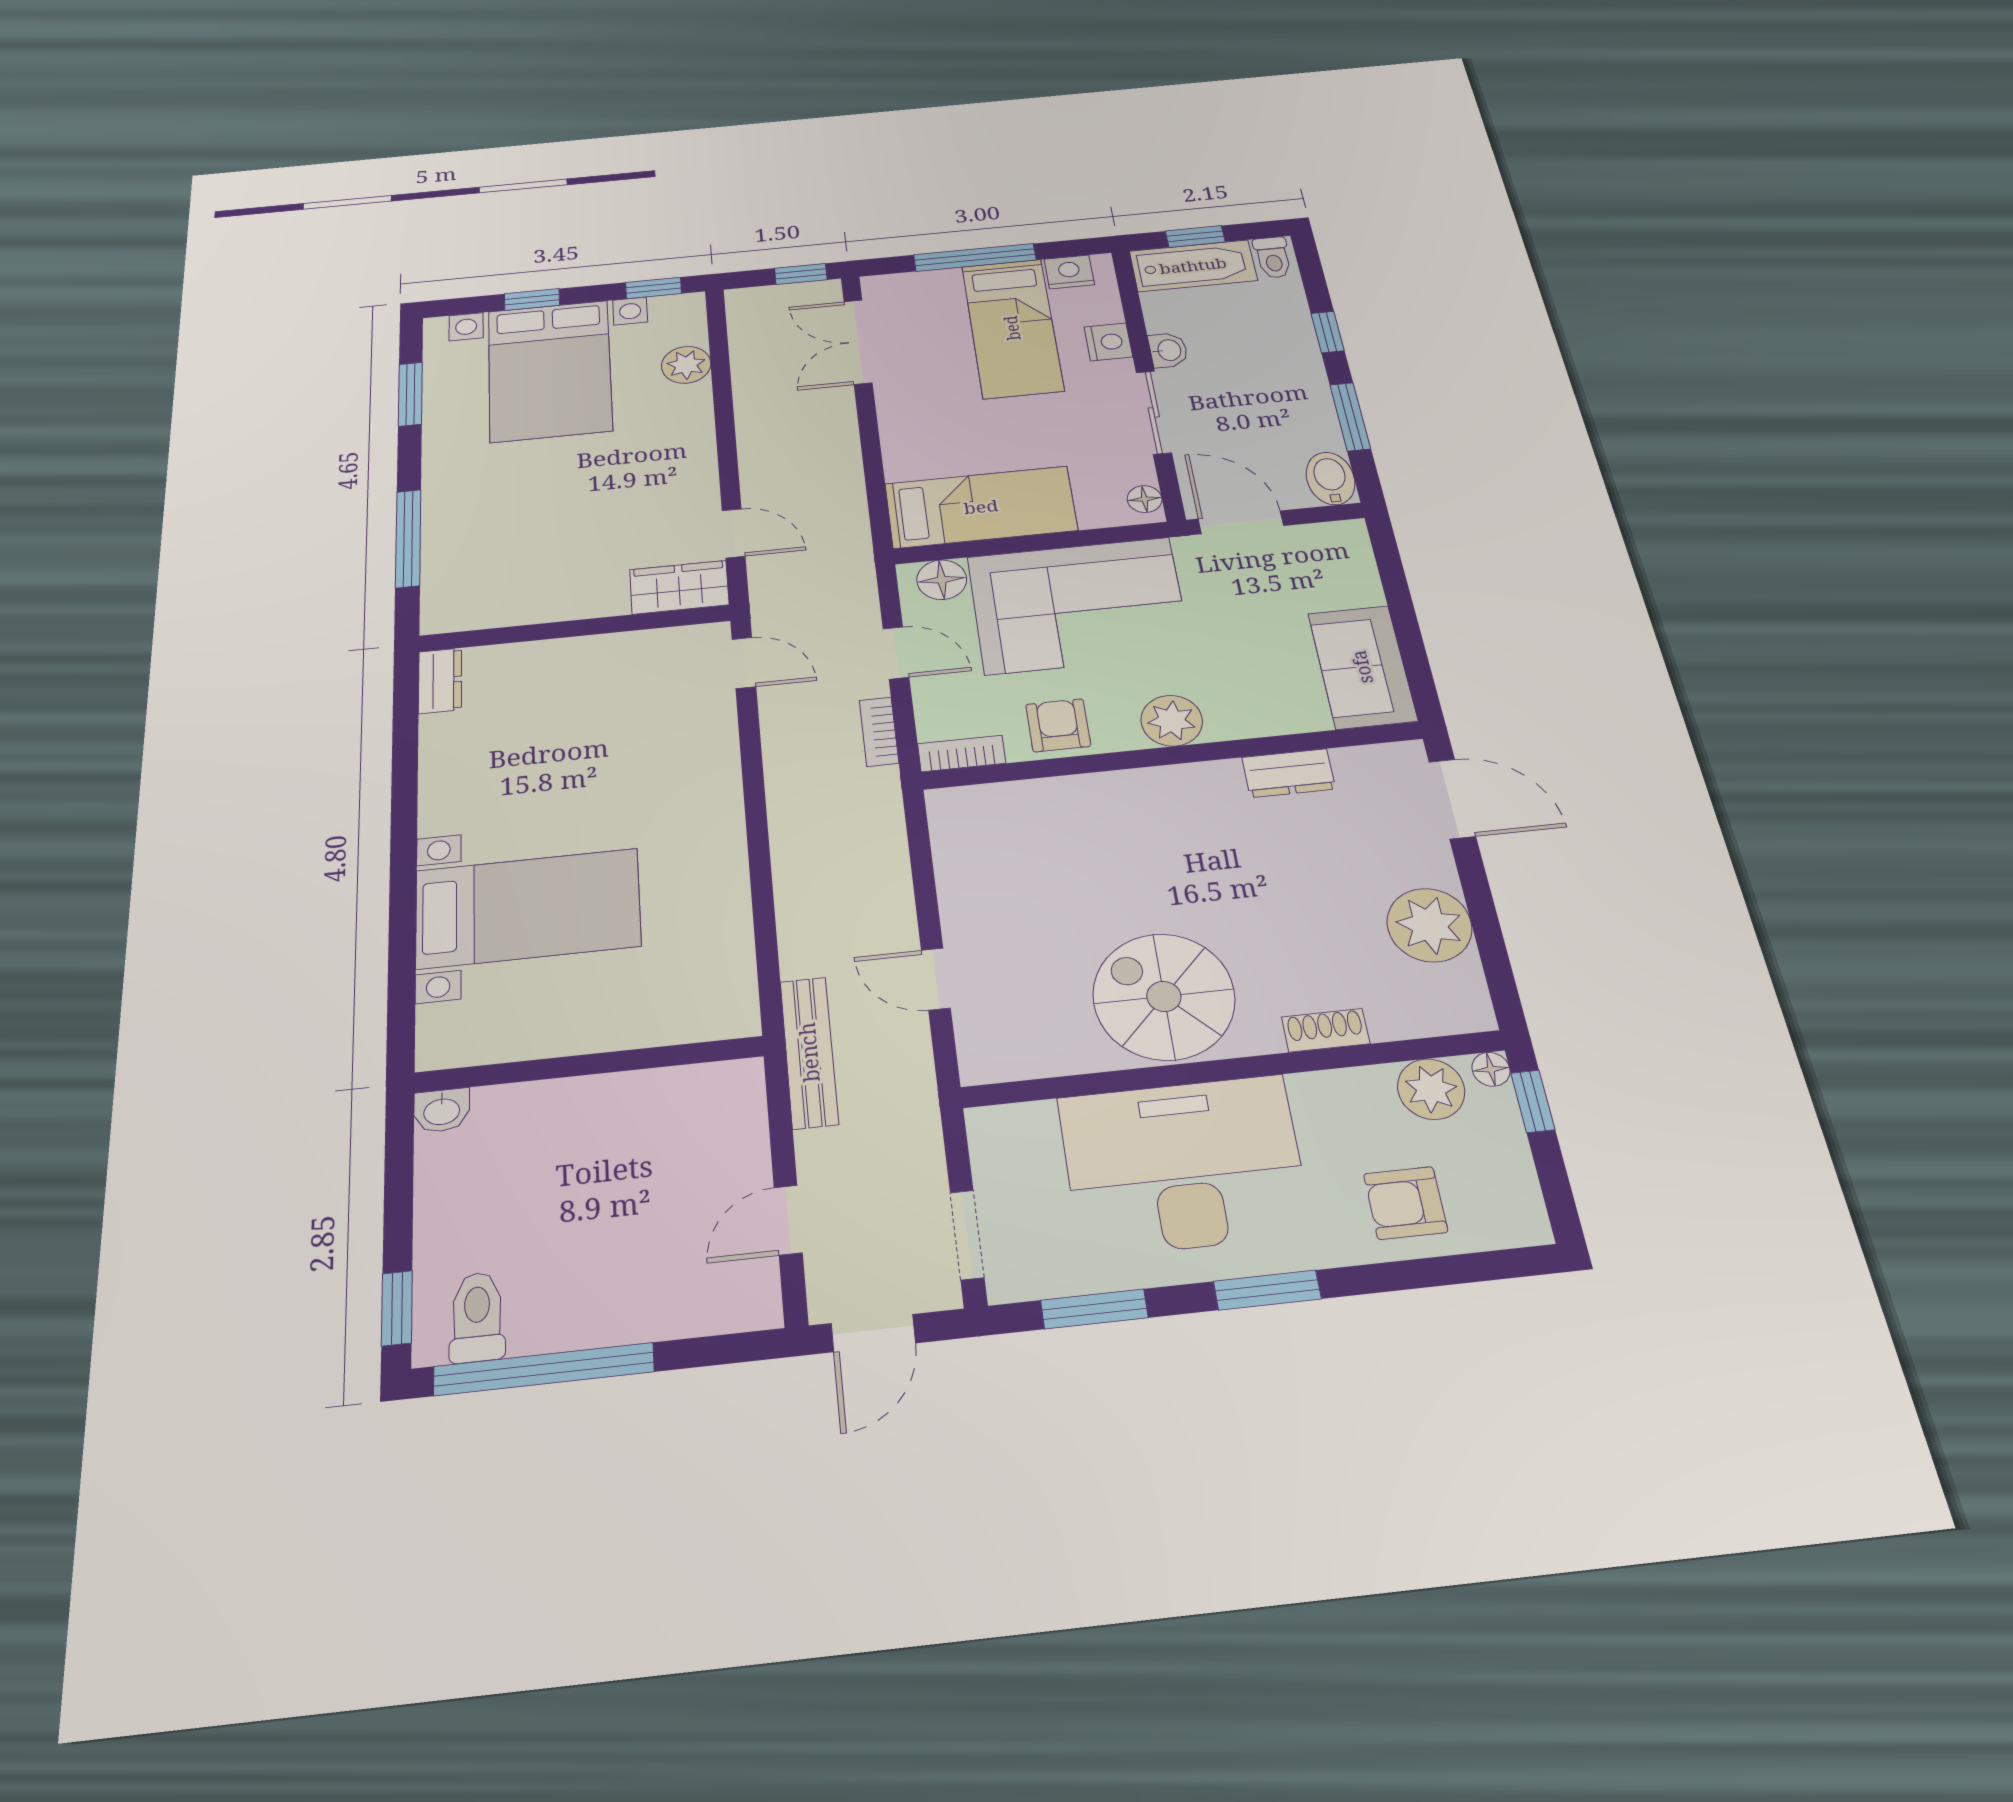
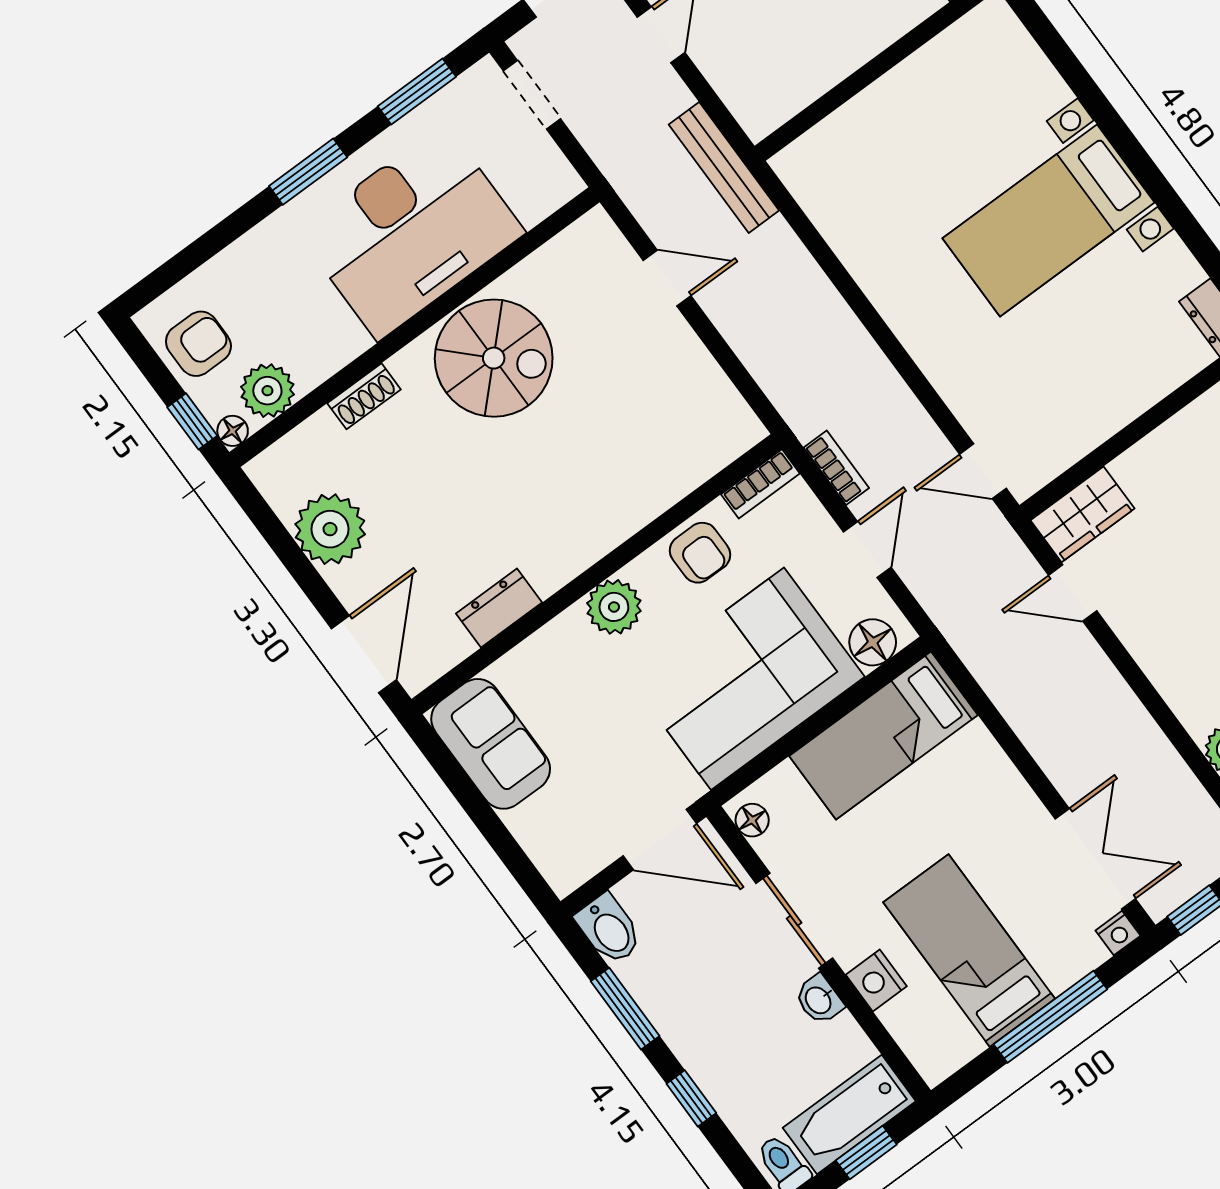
nightstand: (1069, 272) -> (1118, 933), moved, width x0.72, depth x0.74
door: (896, 653) -> (867, 549), swing flipped
door: (1452, 799) -> (364, 654), swing flipped
bed with nightstands: (528, 908) -> (1049, 220), moved
armchair: (1406, 1203) -> (198, 344), moved

